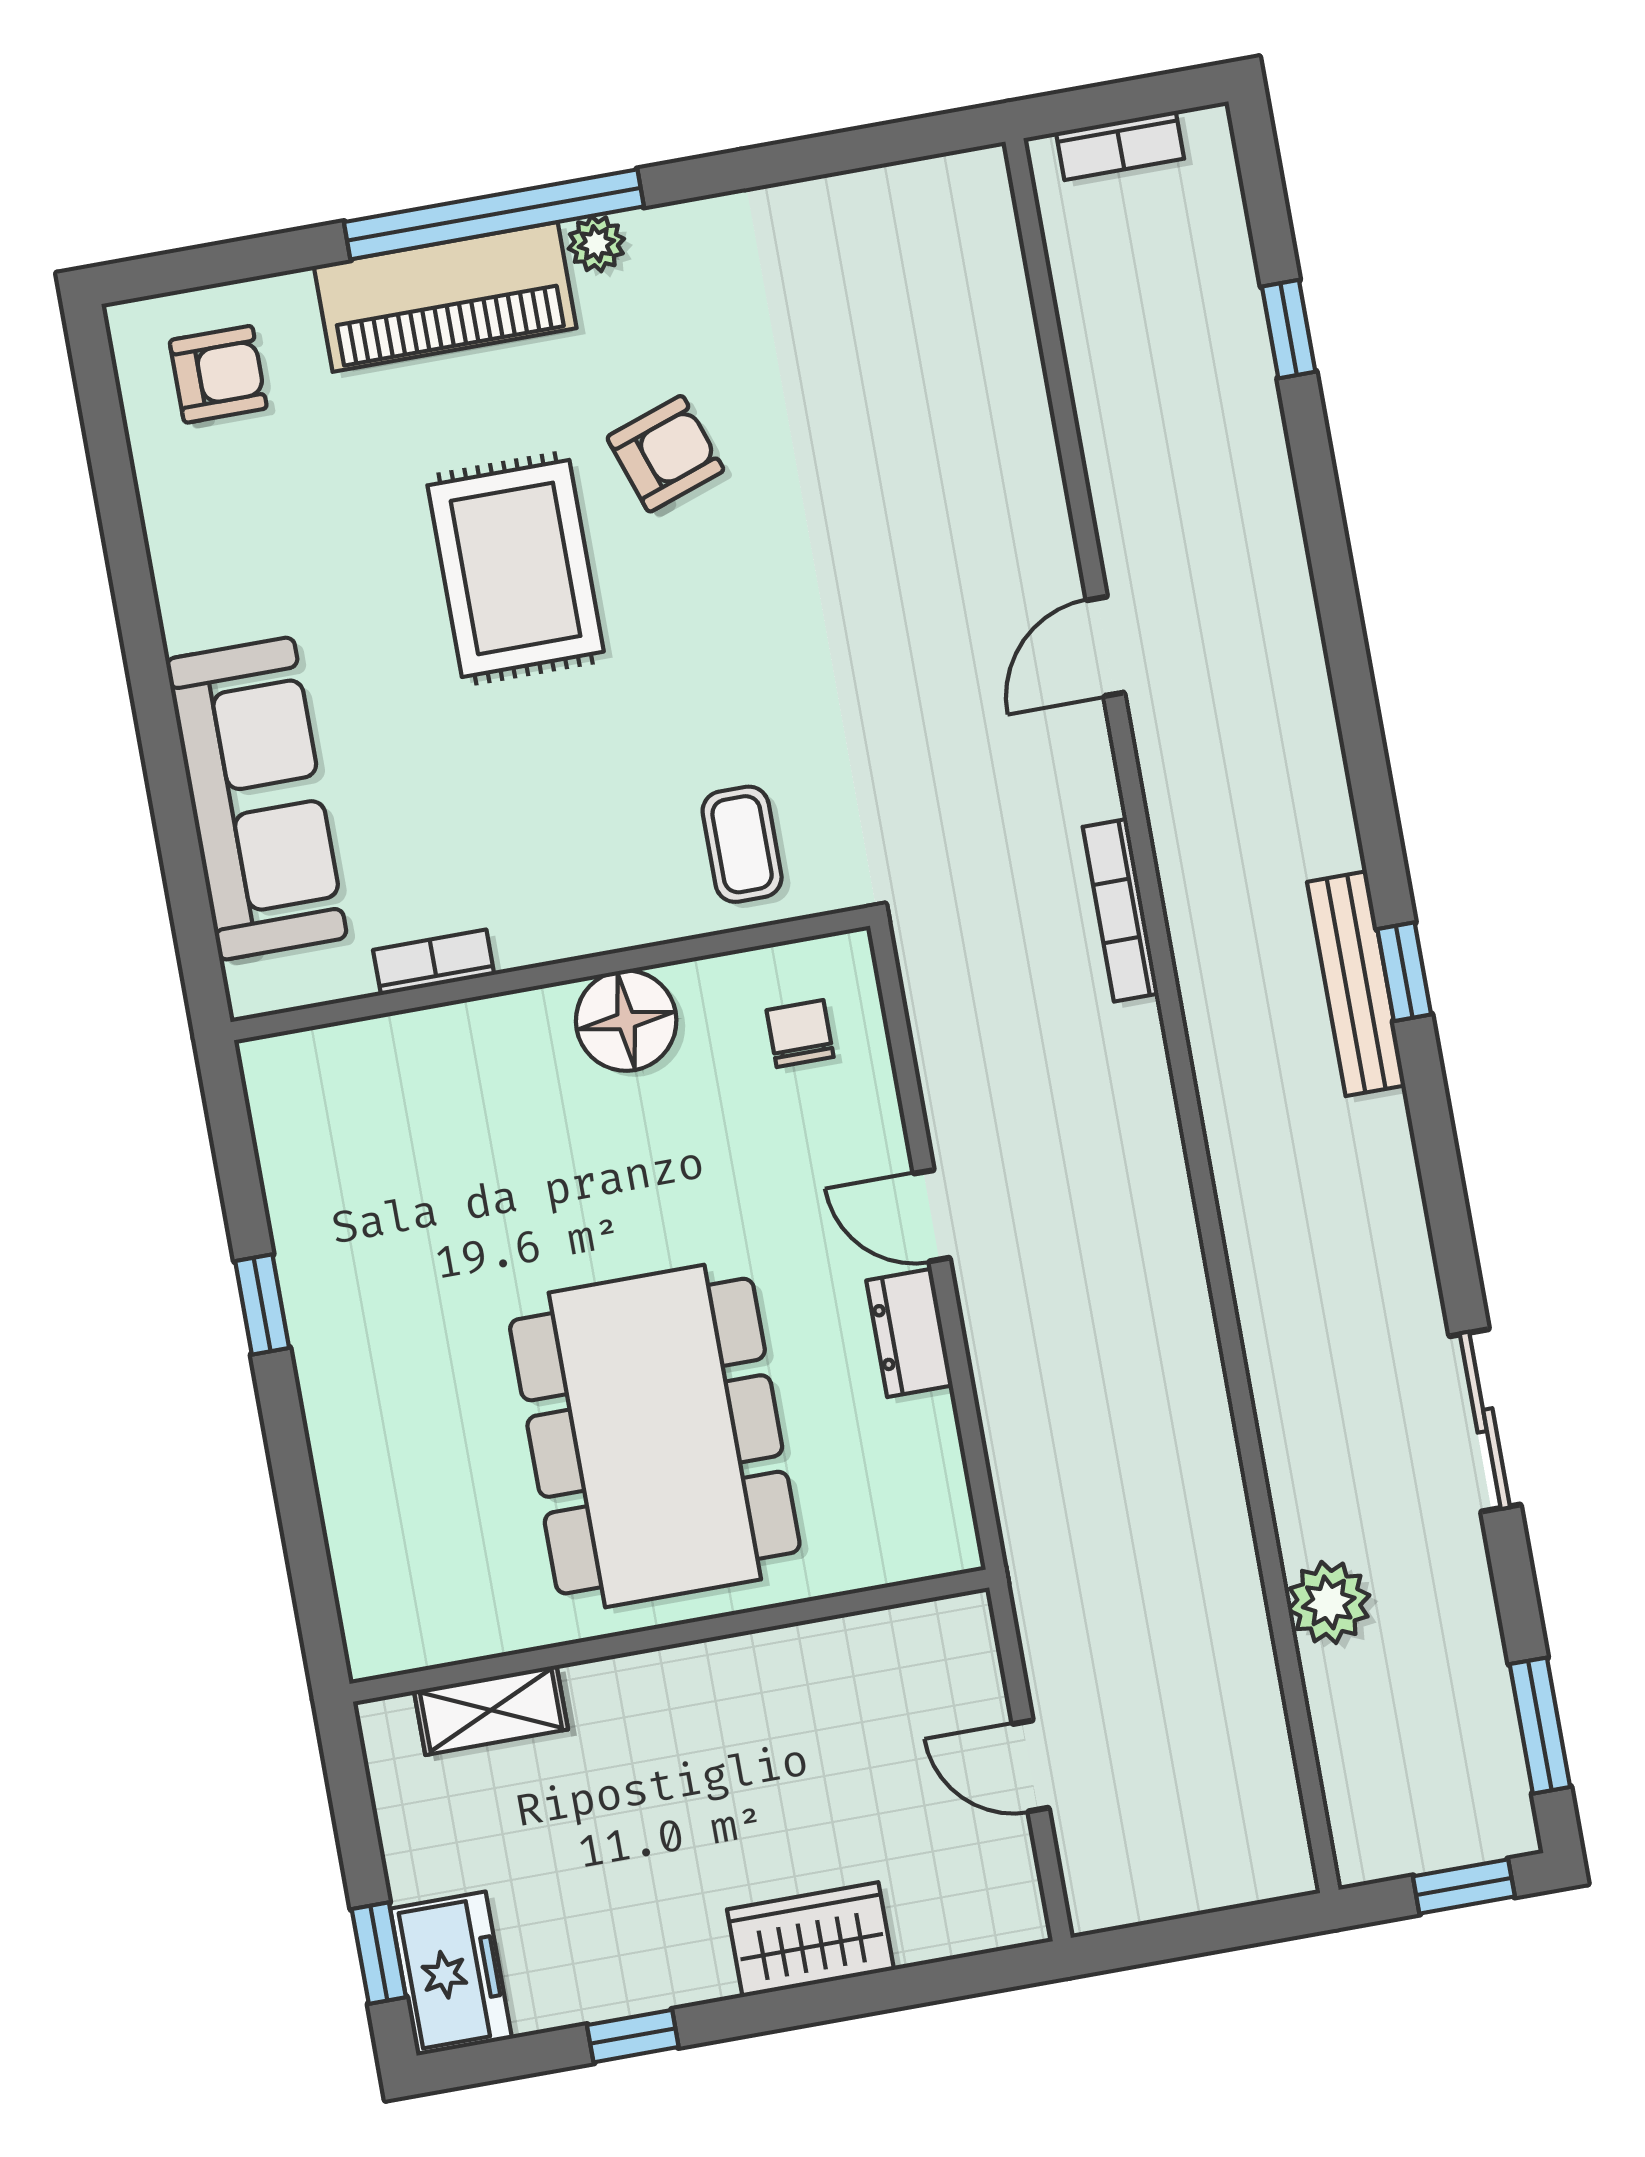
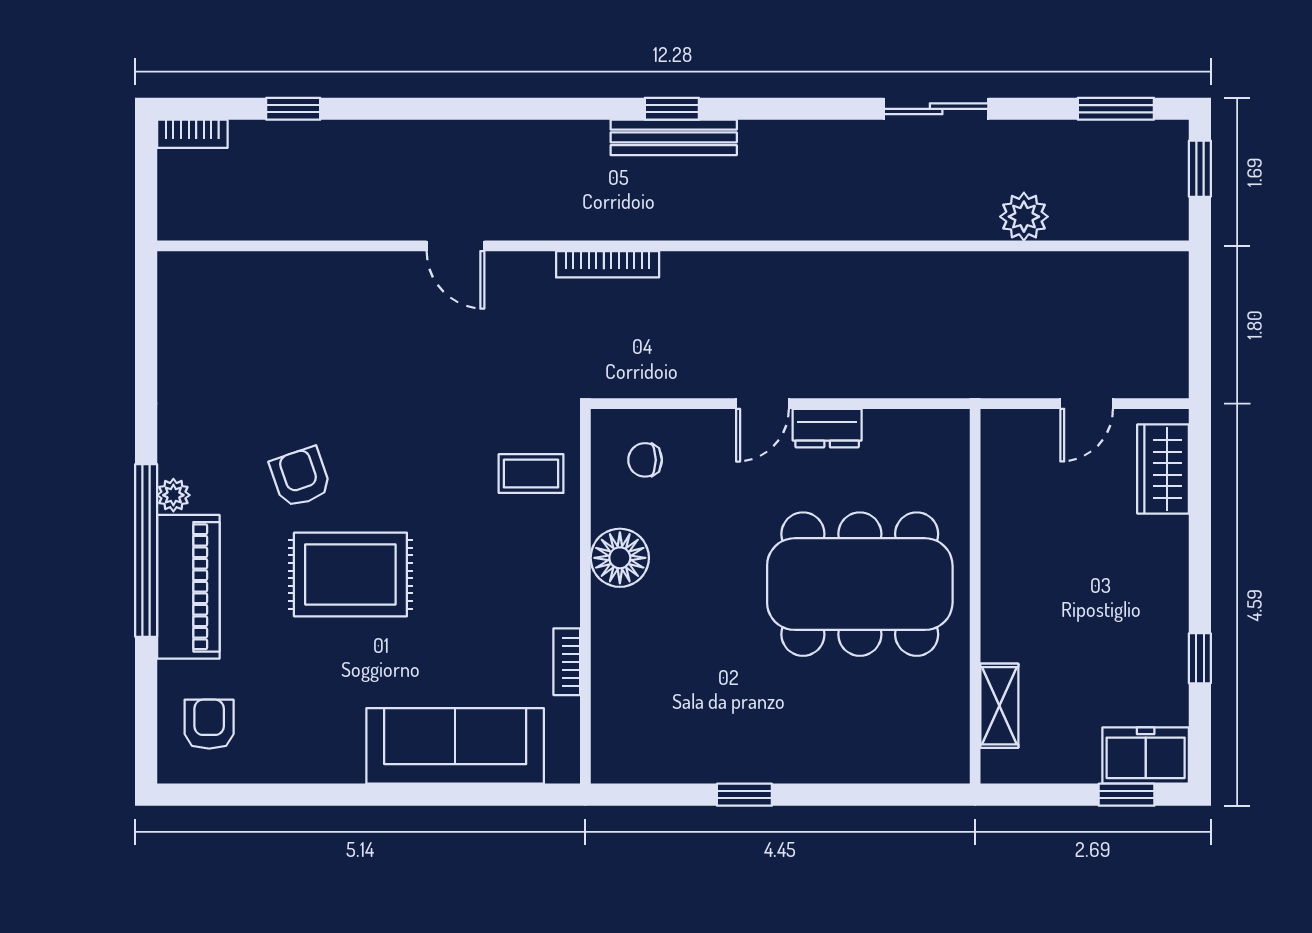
bookcase: (1120, 146) -> (192, 134), moved, turned 90
wardrobe: (811, 1940) -> (1163, 469), moved

